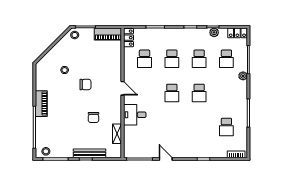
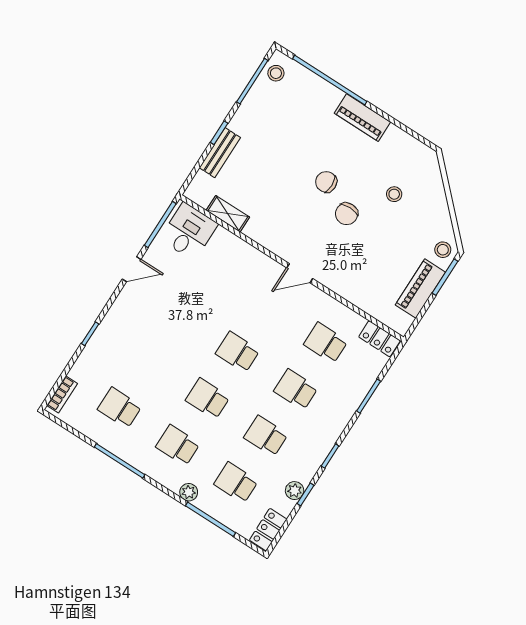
piano: (108, 34) -> (420, 289), moved
school desk: (226, 93) -> (178, 445), added
desk: (135, 115) -> (189, 231), moved
chair: (93, 117) -> (326, 182), moved
bench: (89, 153) -> (220, 153), width x0.73

